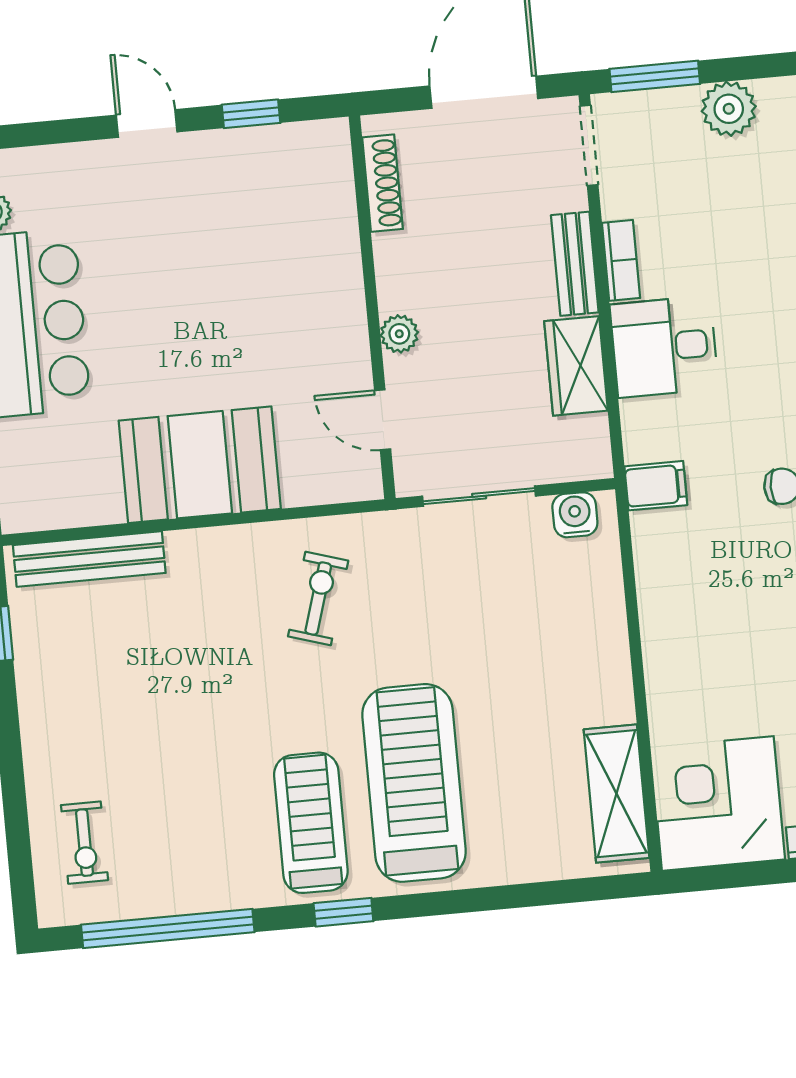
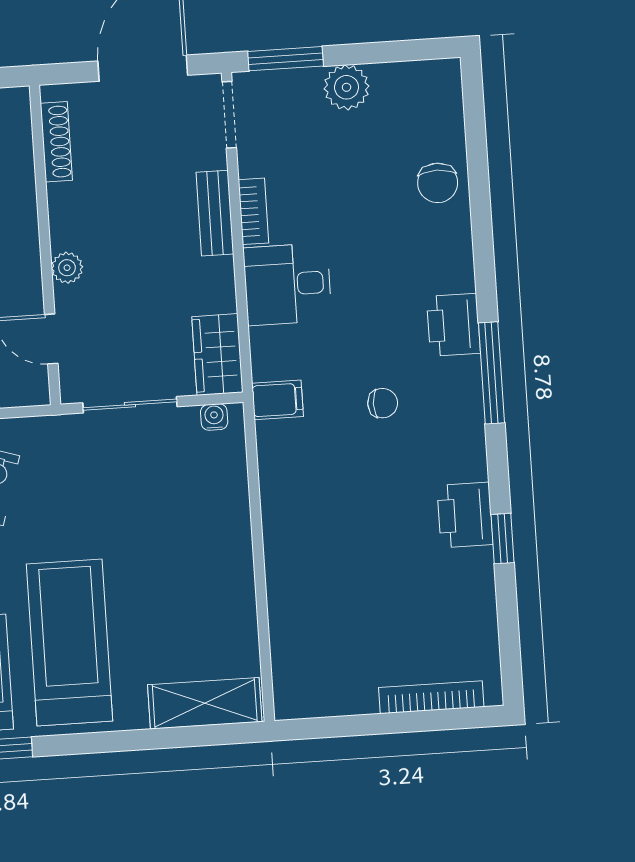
wardrobe: (576, 366) -> (217, 355), moved
water cooler: (575, 515) -> (214, 417), width x0.72, depth x0.72
shelving: (616, 794) -> (205, 703), moved, turned 90
corner desk: (718, 803) -> (322, 666), removed

